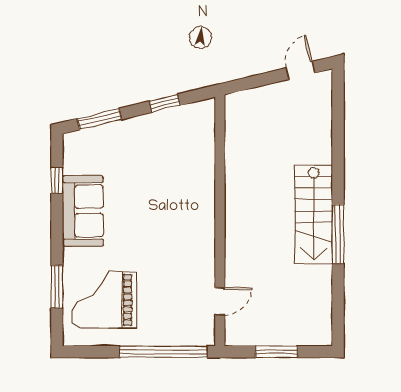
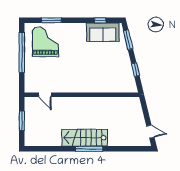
sofa: (83, 211) -> (103, 32), moved
window: (338, 234) -> (89, 149), moved
window: (163, 352) -> (22, 52), moved

